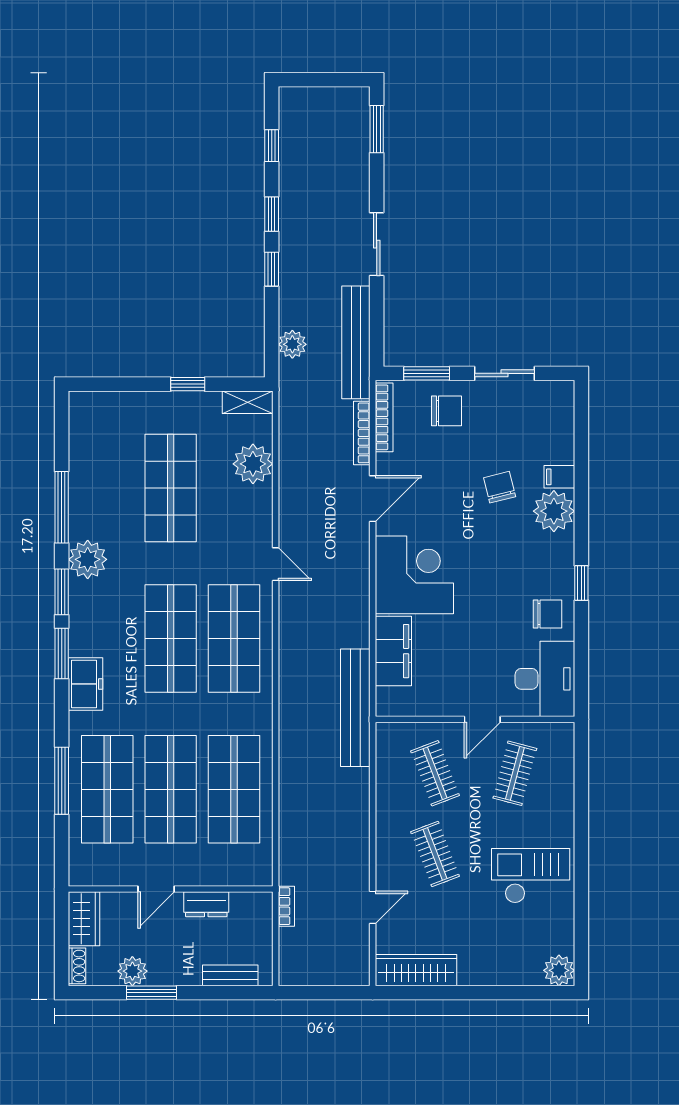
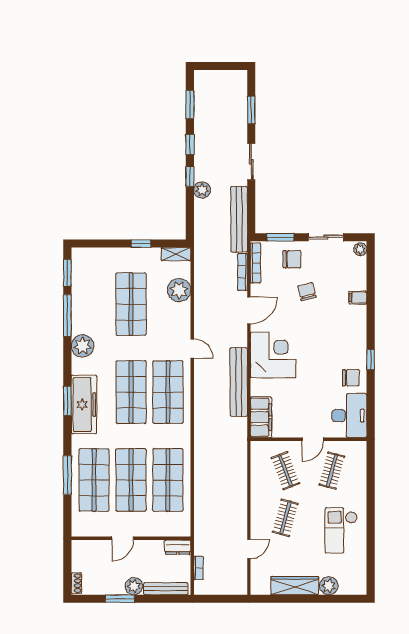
window: (377, 129) -> (251, 110), moved
window: (272, 146) -> (190, 104), width x1.50
plant: (292, 344) -> (202, 190), moved
chair: (500, 487) -> (307, 292), moved
plant: (554, 511) -> (360, 249), moved, width x0.53, depth x0.53
window: (62, 592) -> (67, 273), moved
filing cabinet: (393, 651) -> (261, 417), moved
freezer: (85, 684) -> (84, 405), width x1.91, depth x1.26
bench: (355, 708) -> (239, 382), moved
clothes rail: (435, 854) -> (285, 518), turned 36
checkout: (531, 876) -> (341, 530), turned -90
dresser: (206, 904) -> (178, 547), moved
bookcase: (286, 906) -> (199, 568), moved
wardrobe: (84, 919) -> (80, 556), removed
wardrobe: (416, 970) -> (295, 586), moved
plant: (559, 970) -> (329, 586), moved
plant: (132, 971) -> (134, 586), moved
bench: (230, 975) -> (166, 589), width x1.36

